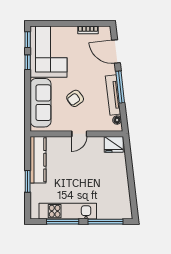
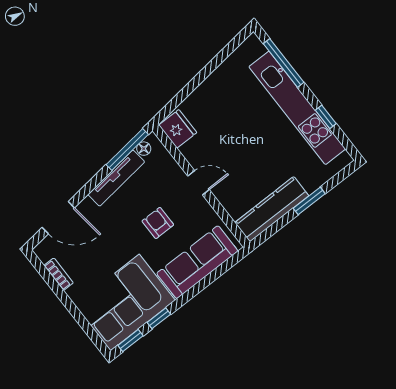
door: (116, 51) -> (58, 218), hinge flipped
window: (120, 87) -> (127, 150), moved
armchair: (75, 98) -> (158, 223), turned -144
kitchen unit: (68, 211) -> (297, 108), width x1.36
window: (63, 222) -> (326, 117), width x0.46

